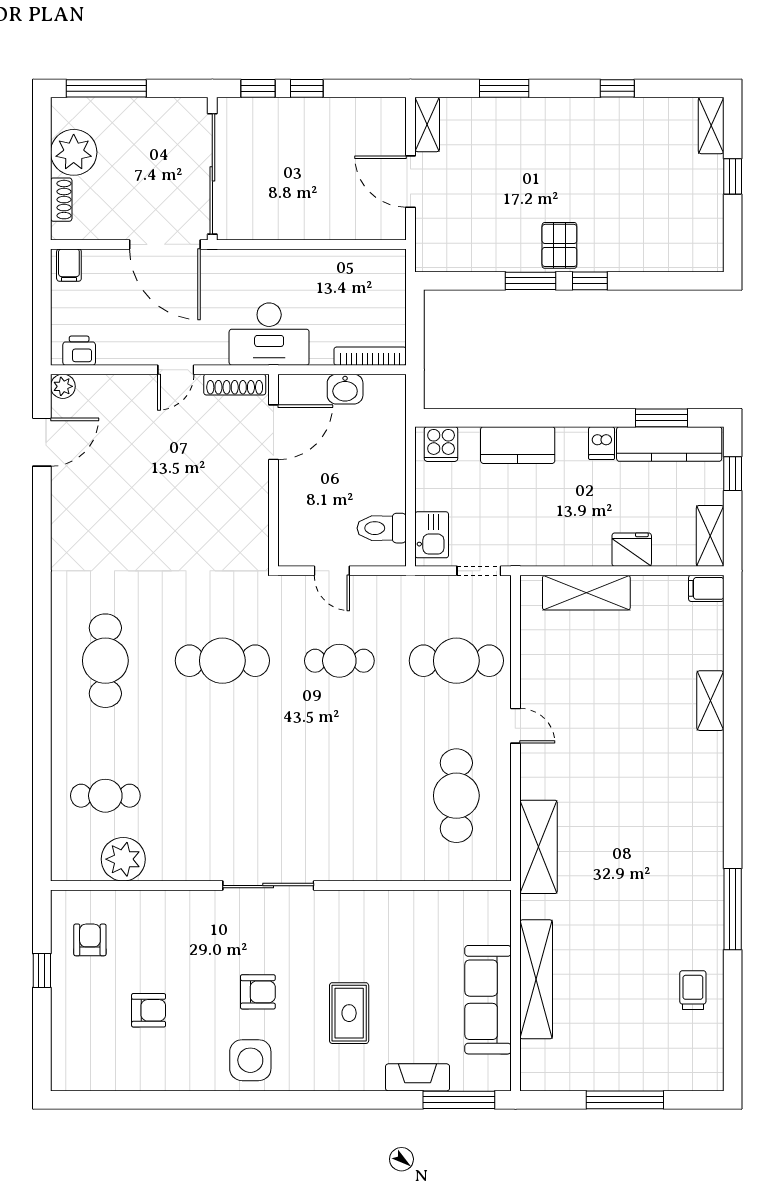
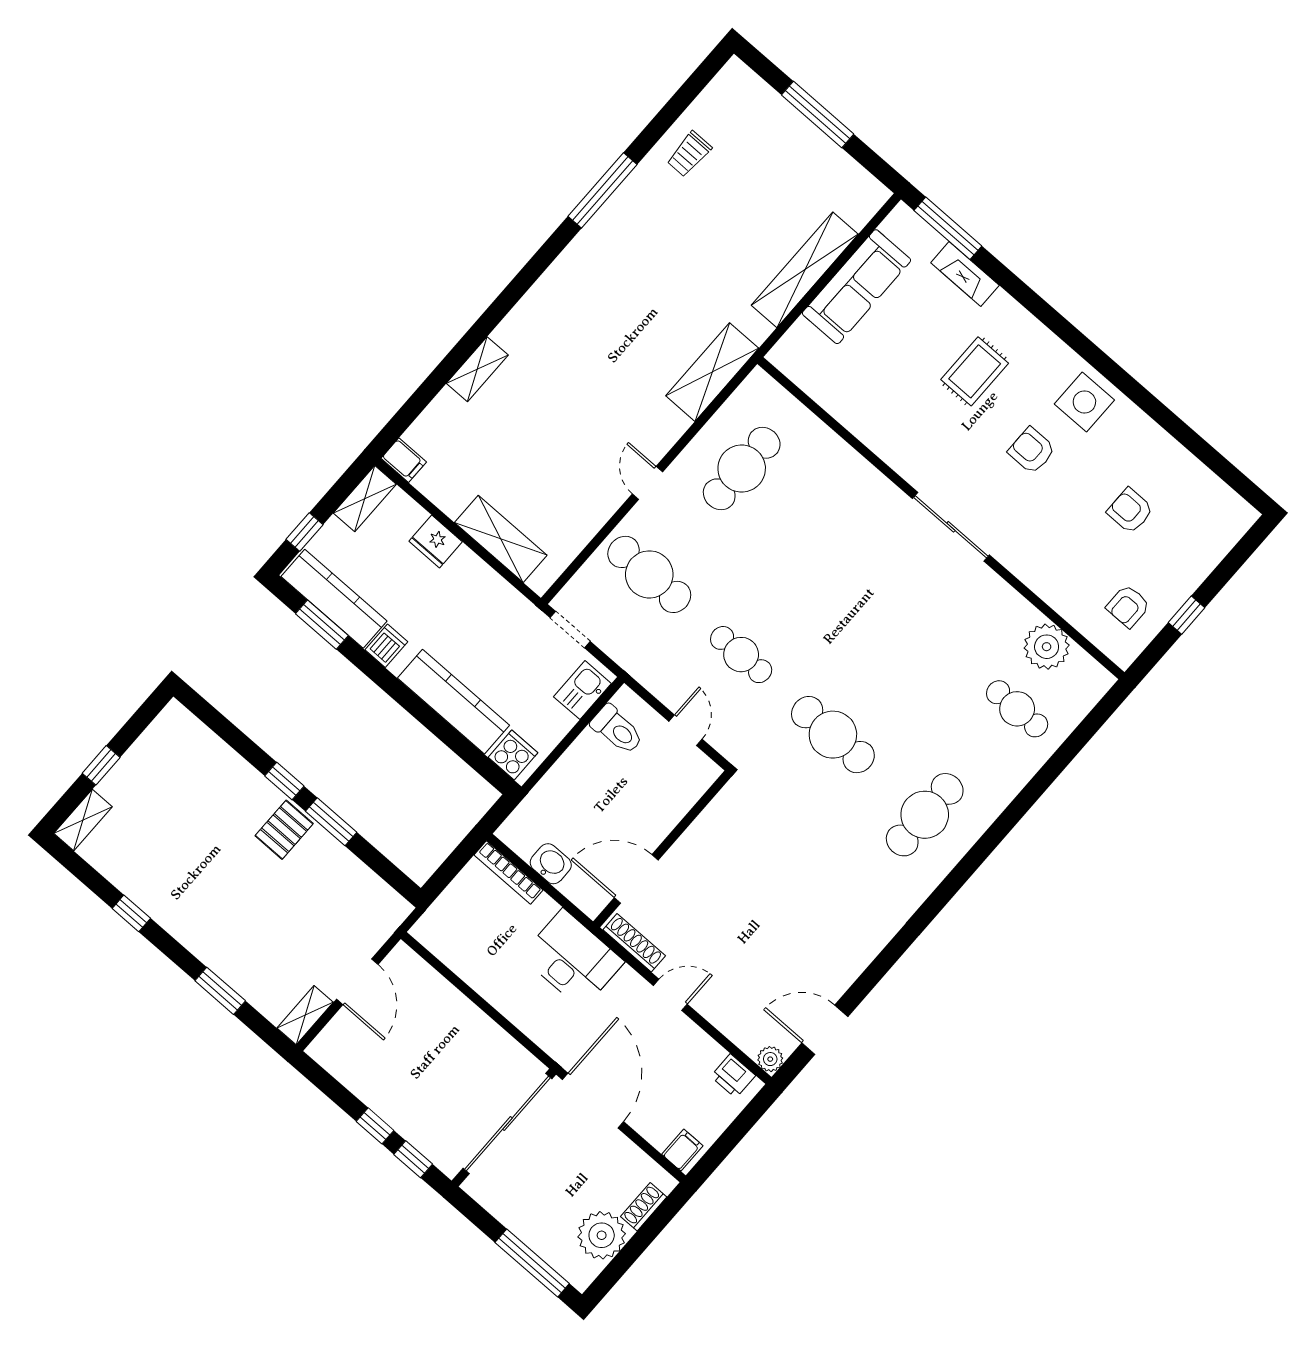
kitchen counter: (518, 445) -> (453, 702), width x1.50

